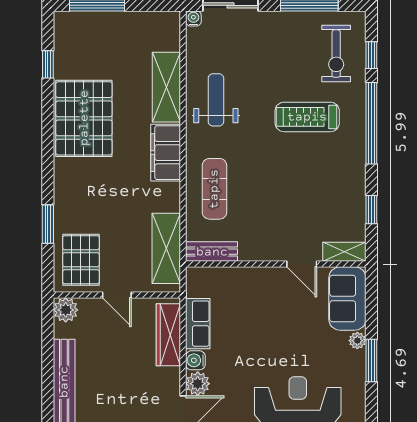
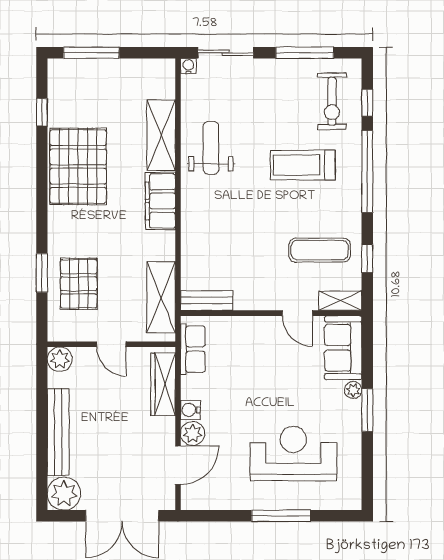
exercise mat: (214, 189) -> (320, 250), moved, turned 90
pallet: (81, 260) -> (79, 284), moved
row of seats: (198, 324) -> (193, 349), moved

